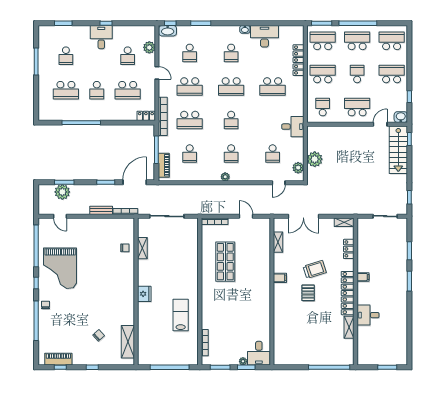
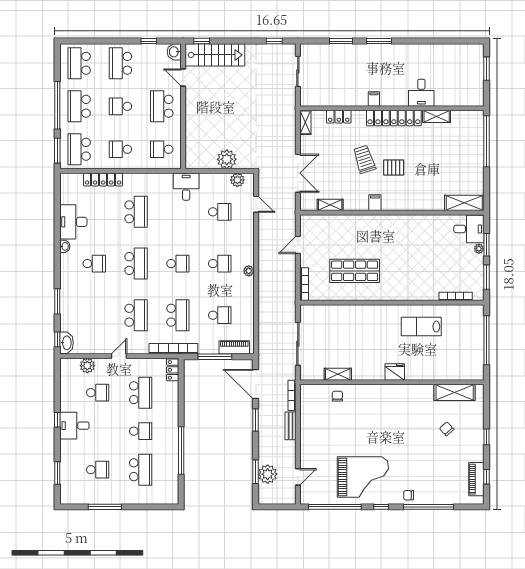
school desk: (190, 53) -> (94, 315), removed
school desk: (323, 74) -> (120, 149), width x0.54
shelving: (280, 350) -> (464, 203), added

